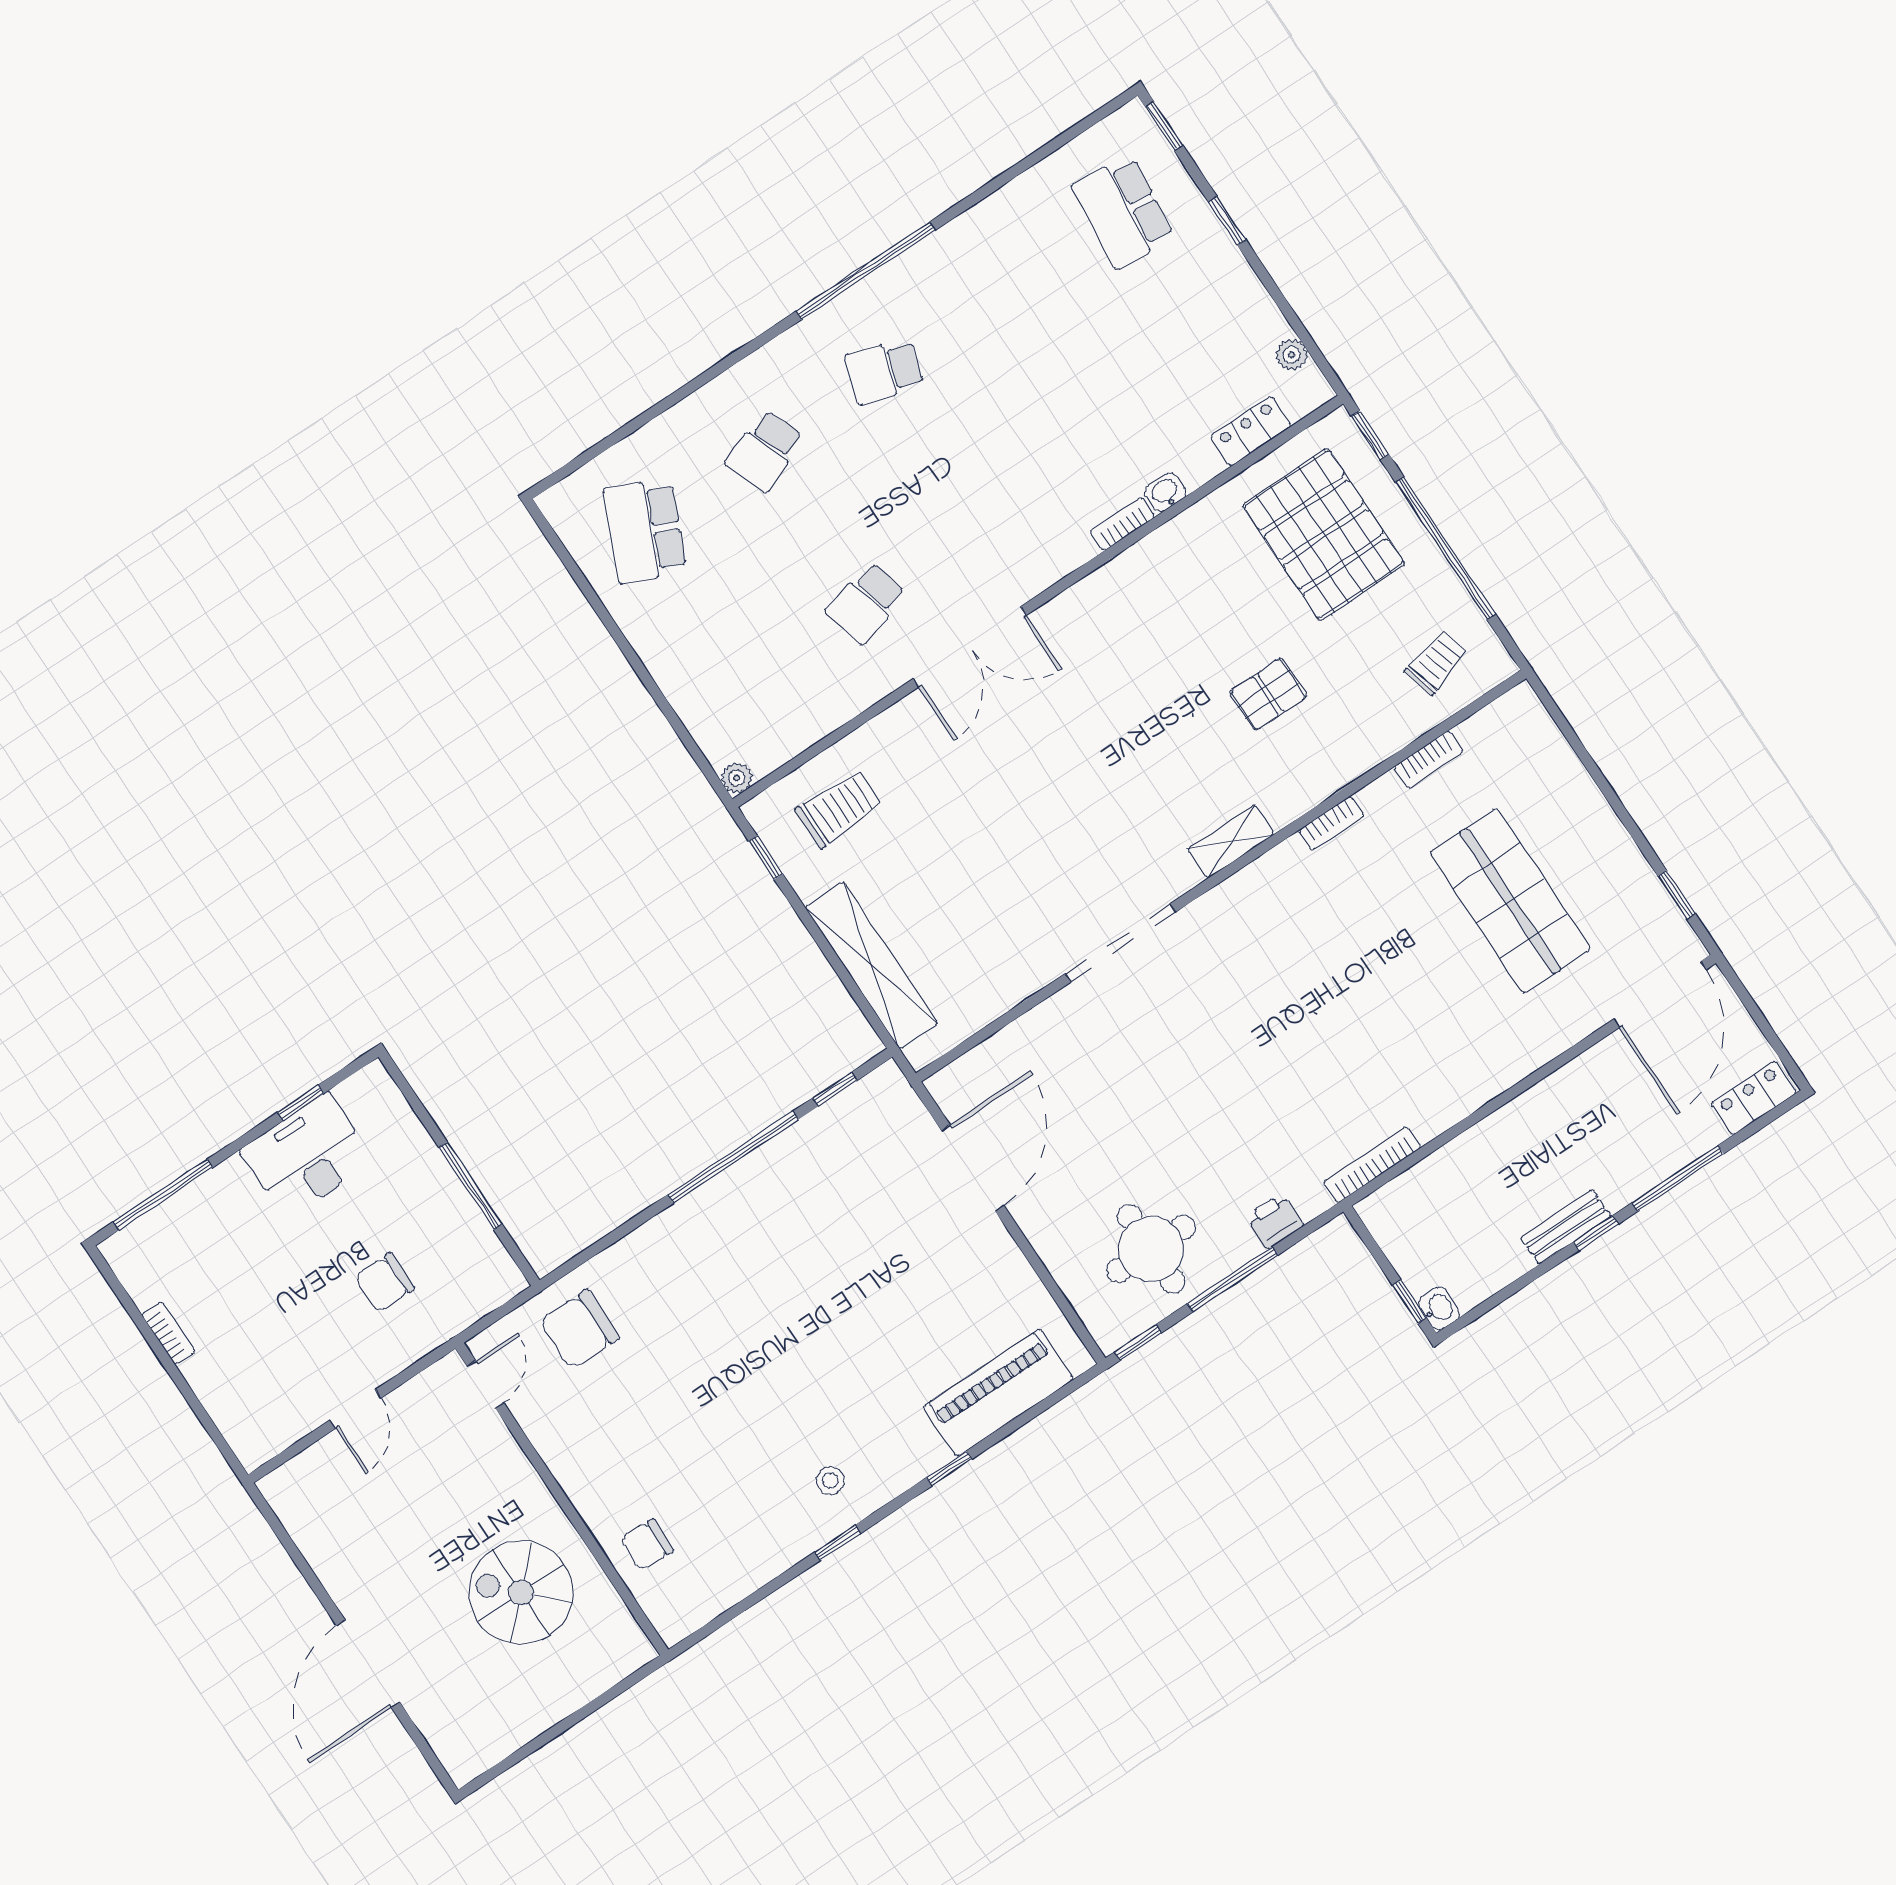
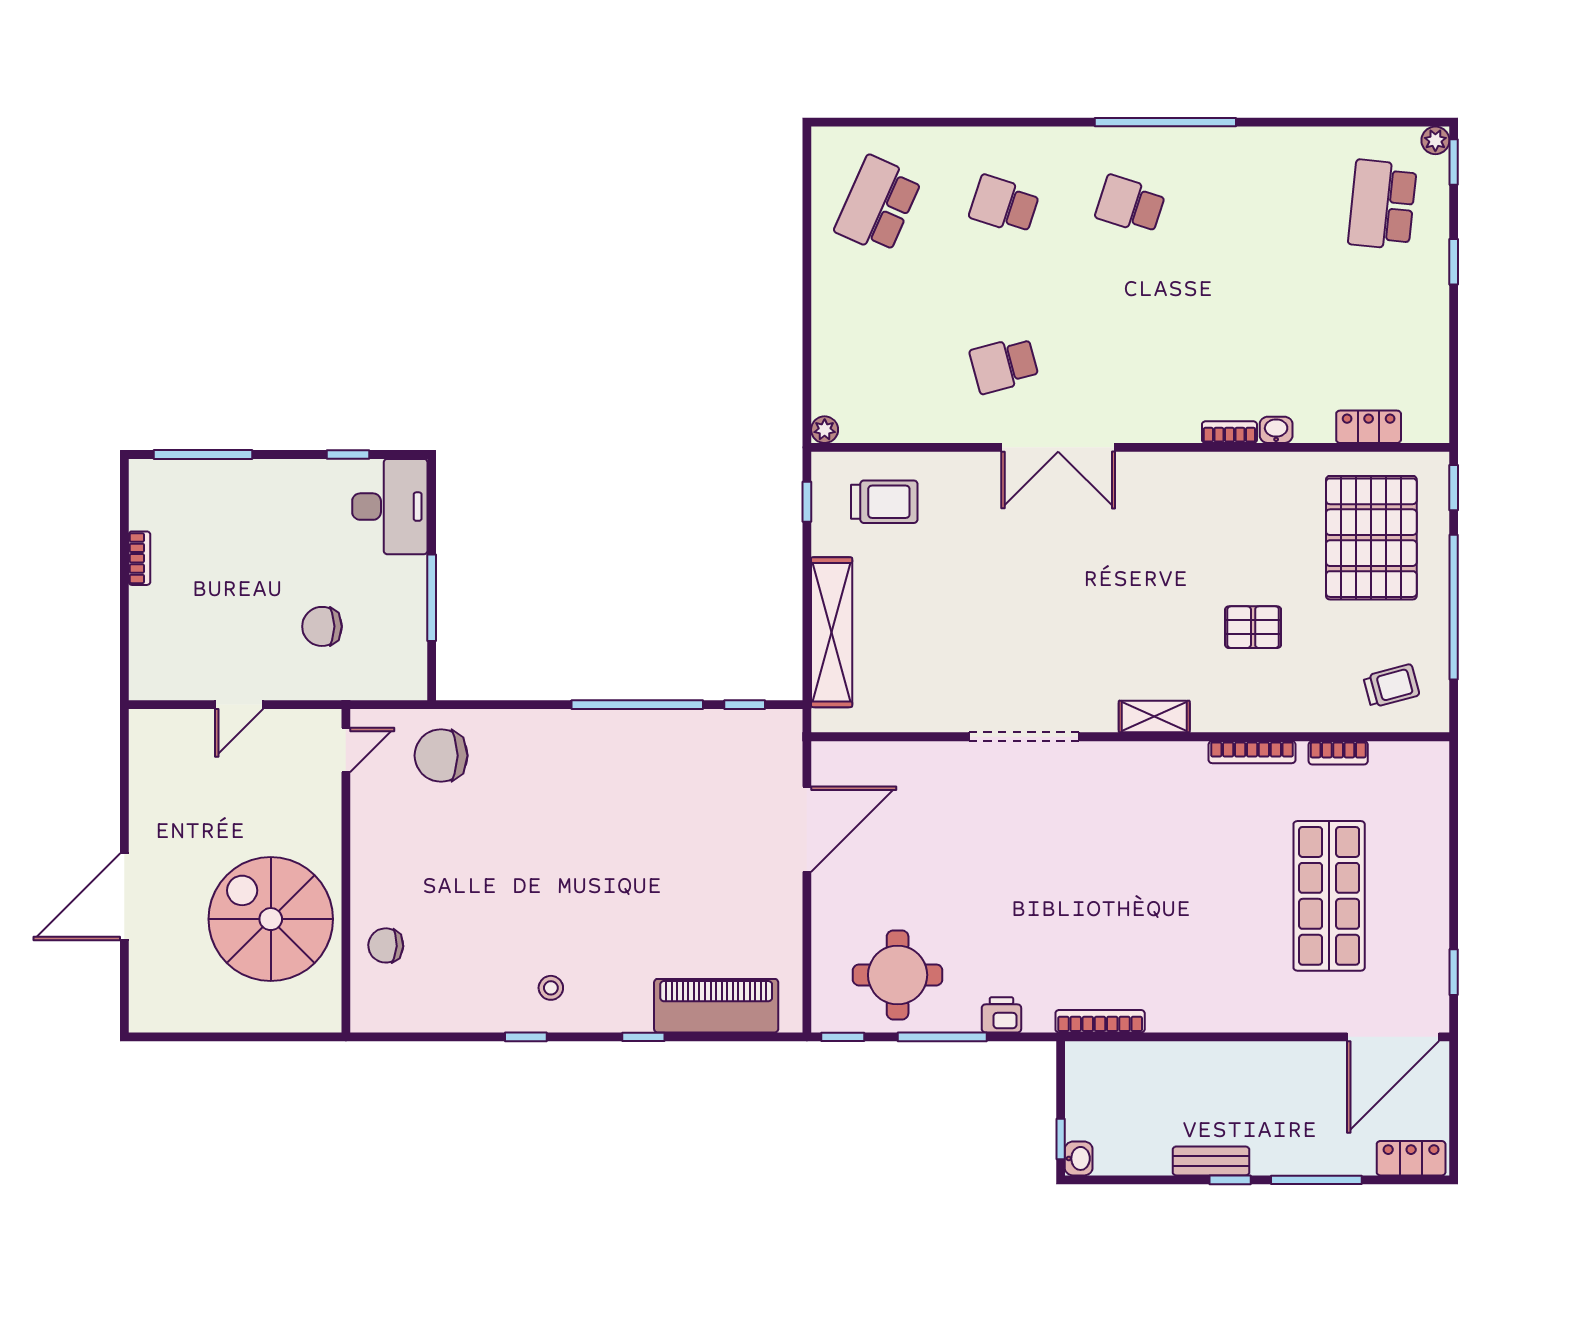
plant: (1292, 355) -> (1435, 140), moved
school desk: (765, 451) -> (1004, 205), turned 39
bookcase: (1331, 823) -> (1252, 752), width x1.56
desk: (307, 1156) -> (390, 507), moved, turned 90
spiral stairs: (521, 1592) -> (271, 919), width x1.37, depth x1.37

